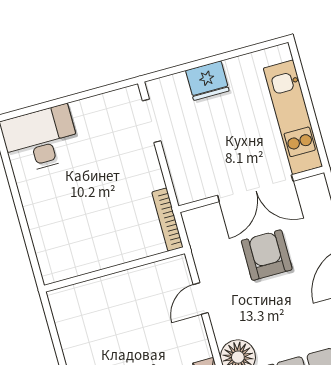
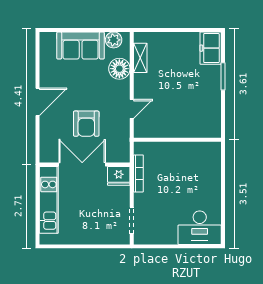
fridge: (207, 81) -> (119, 176), moved, turned 180
bookcase: (167, 220) -> (138, 173), moved

